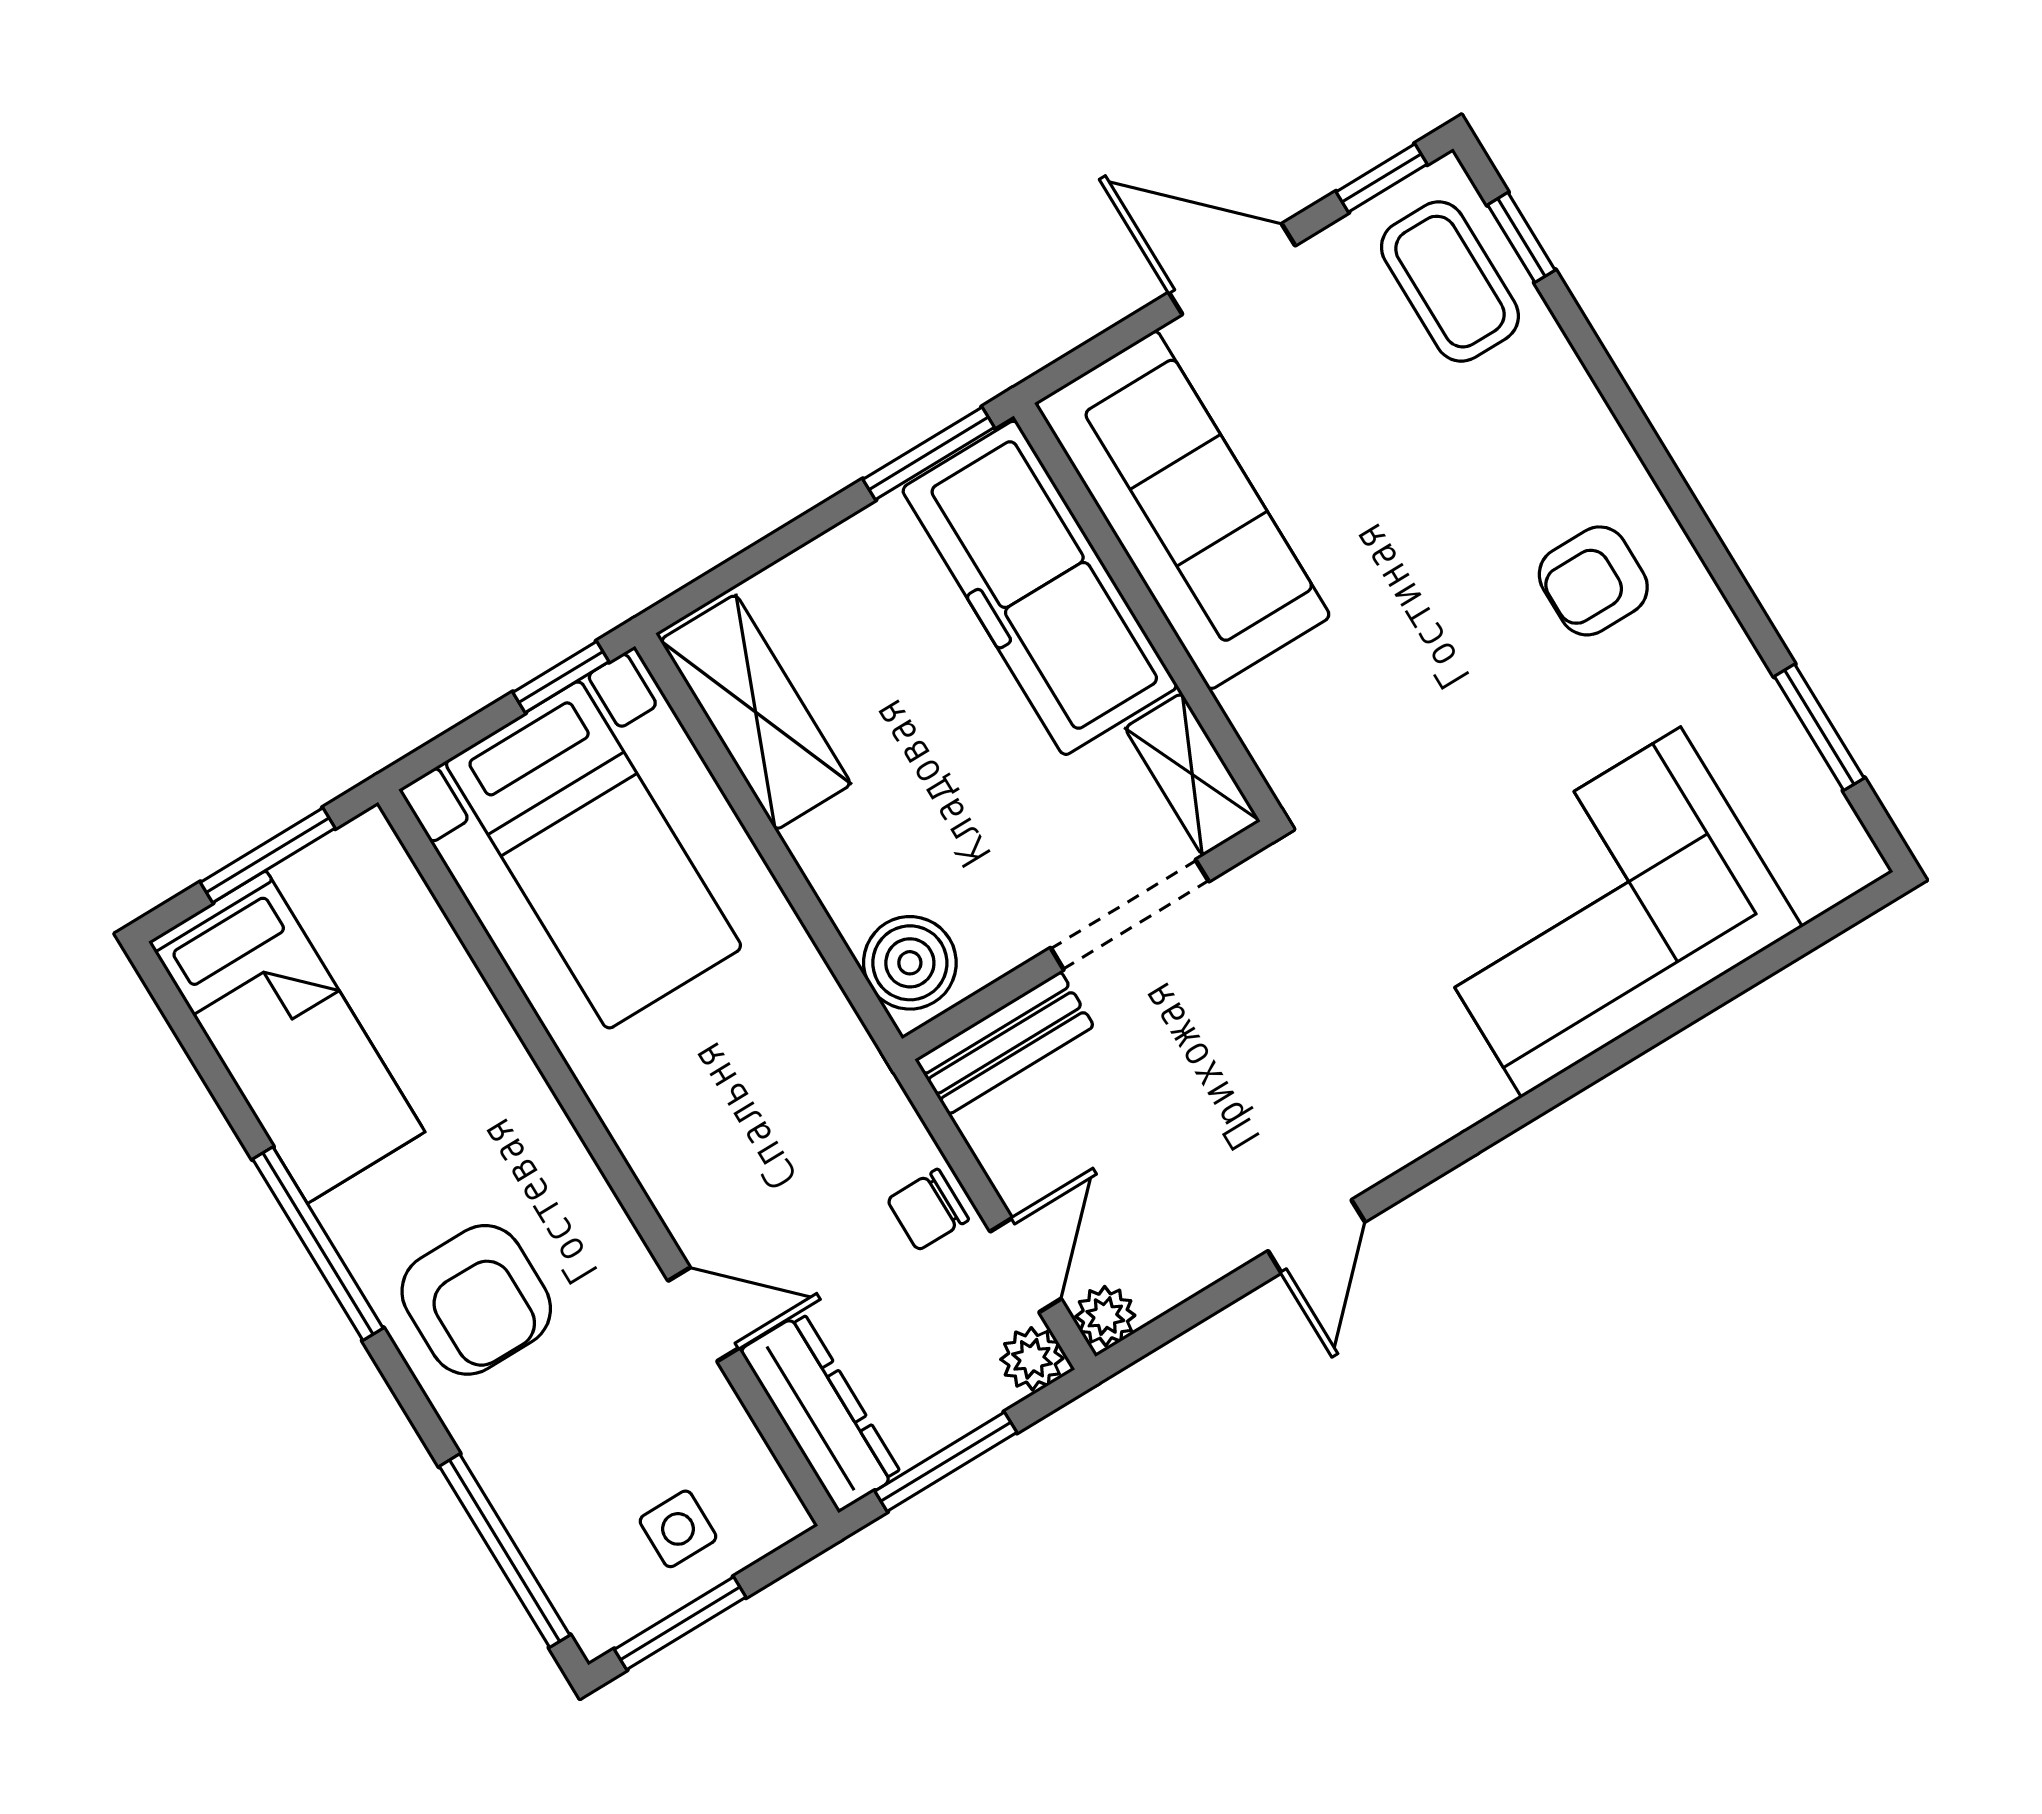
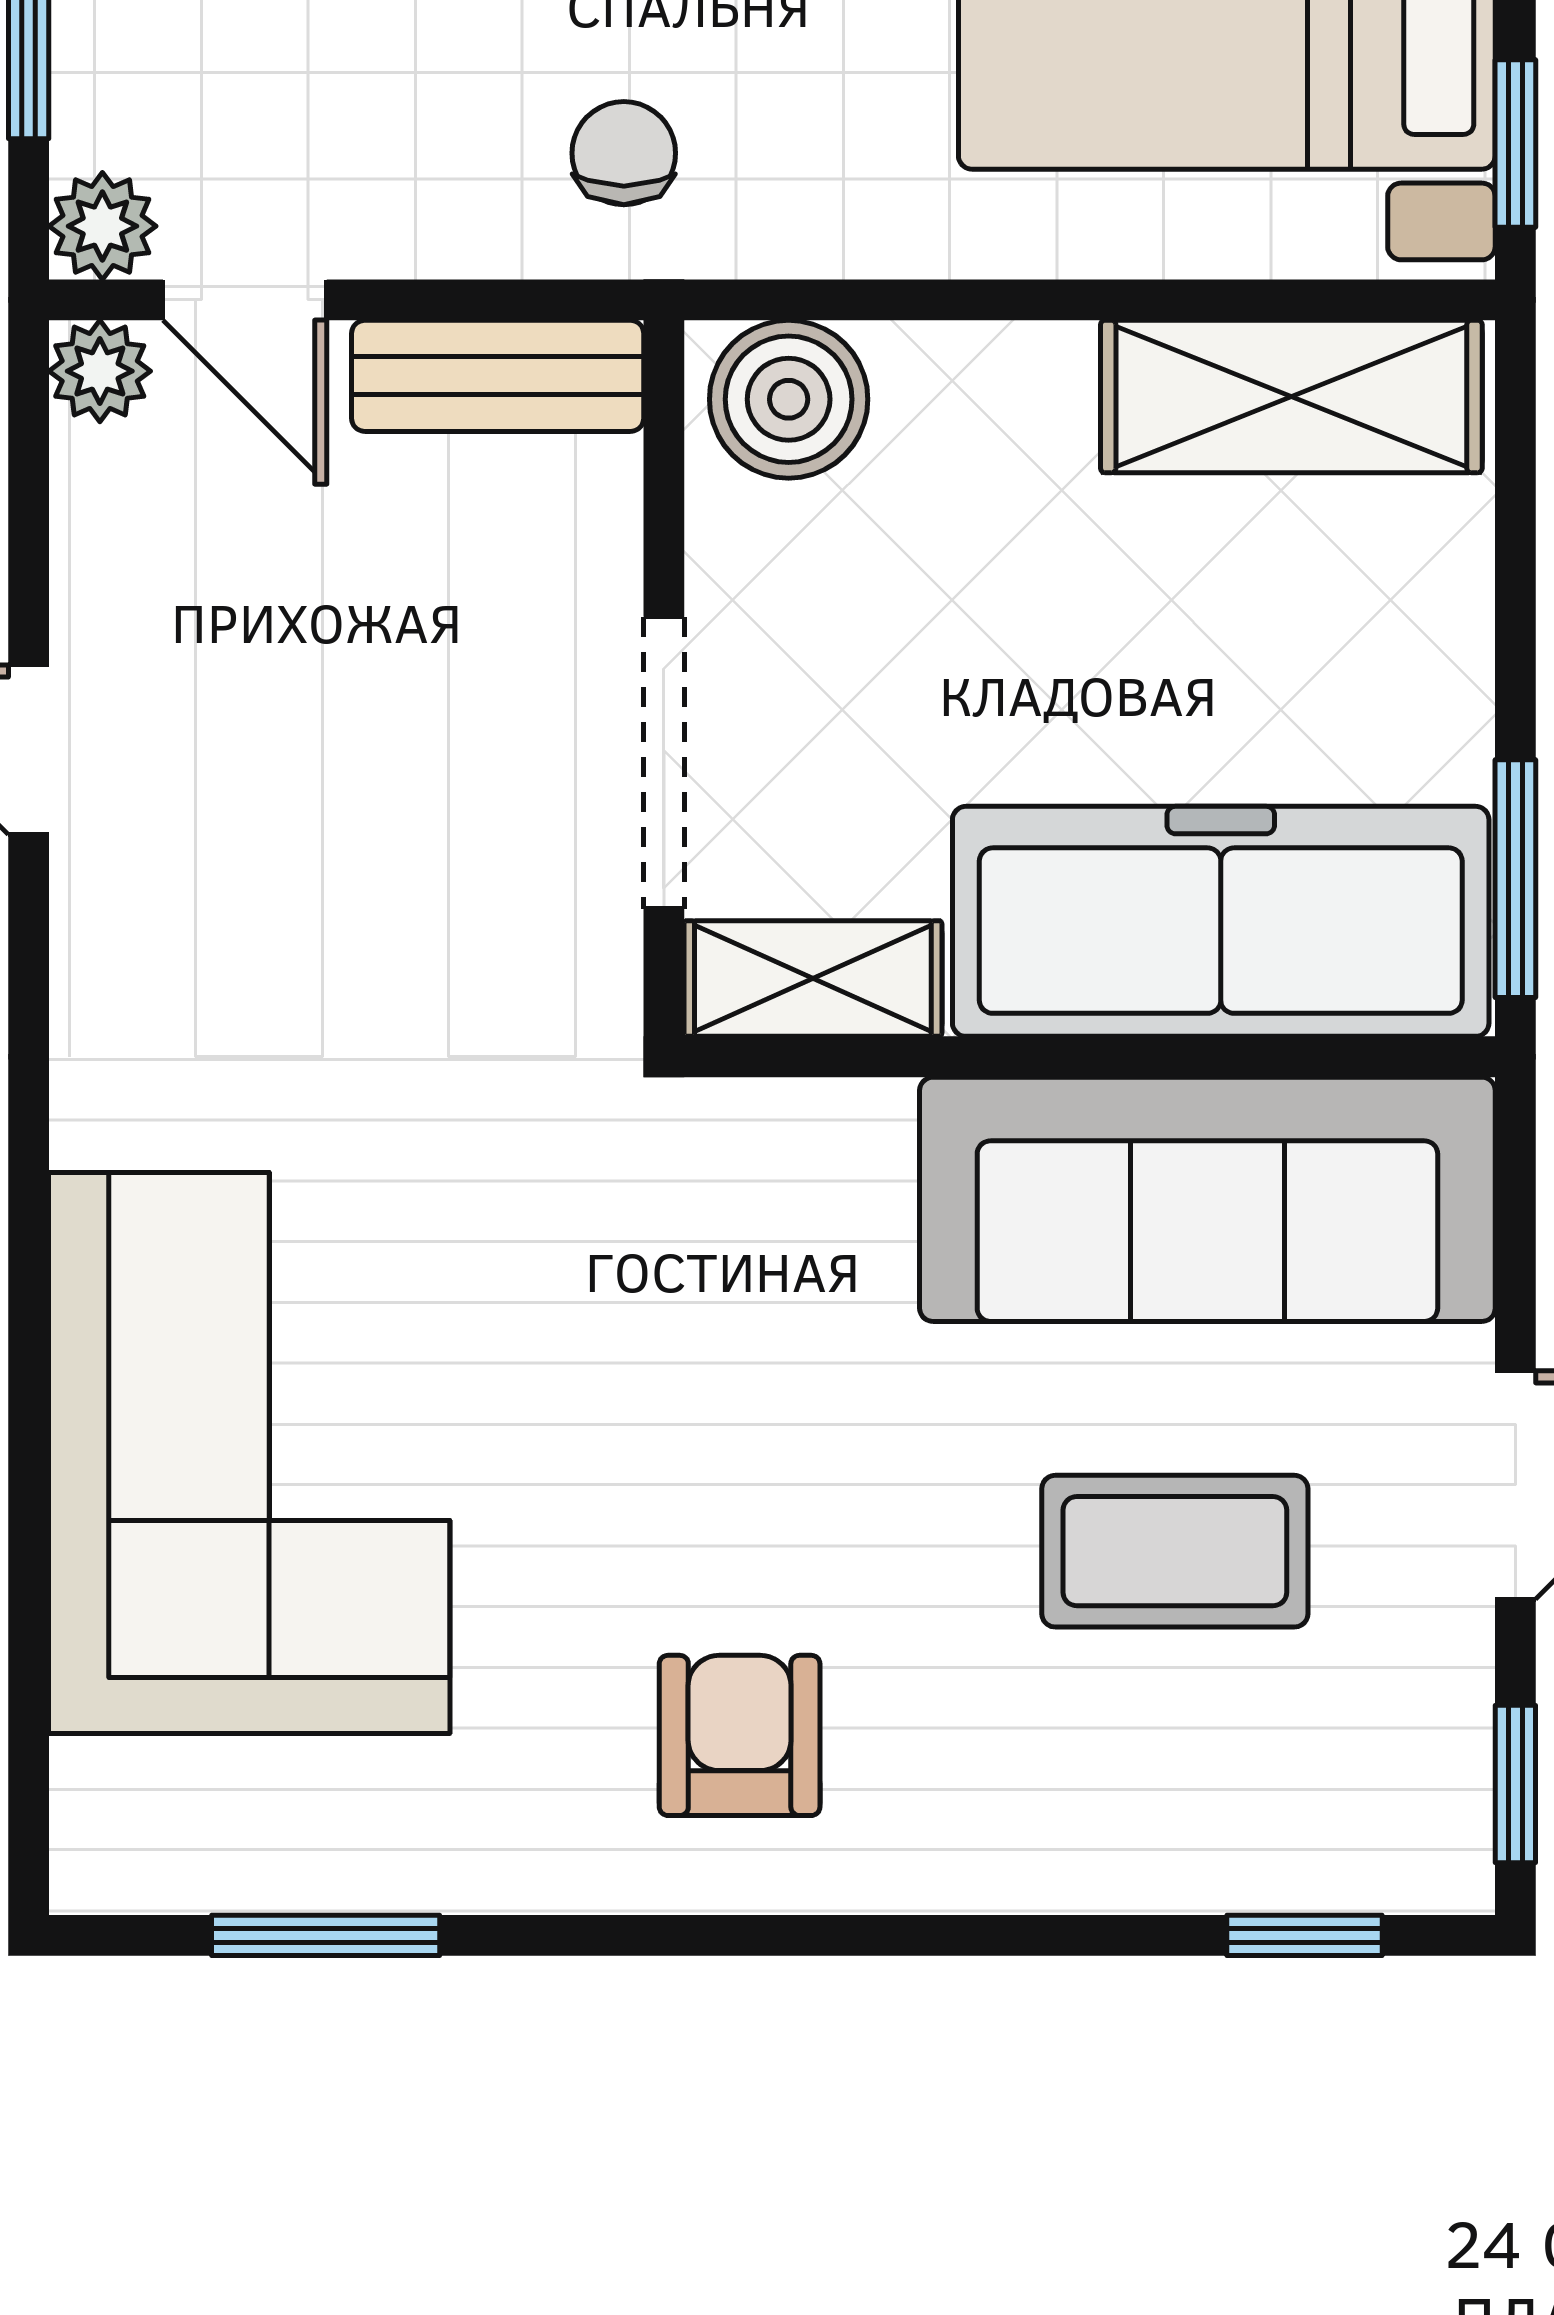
coffee table: (1450, 282) -> (1175, 1551), moved
bench: (1004, 1043) -> (498, 376), moved, turned 90
chair: (928, 1210) -> (624, 153), moved

